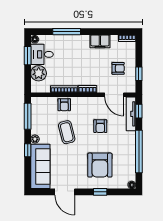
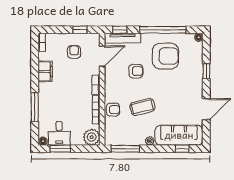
plant: (39, 73) -> (92, 137), moved
window: (28, 150) -> (182, 149), moved
armchair: (100, 165) -> (166, 56), moved

